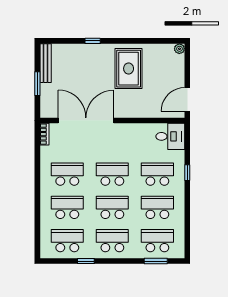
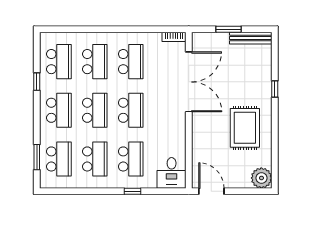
plant: (179, 49) -> (261, 178), width x1.87, depth x1.87
rug: (129, 69) -> (245, 128), turned 90

